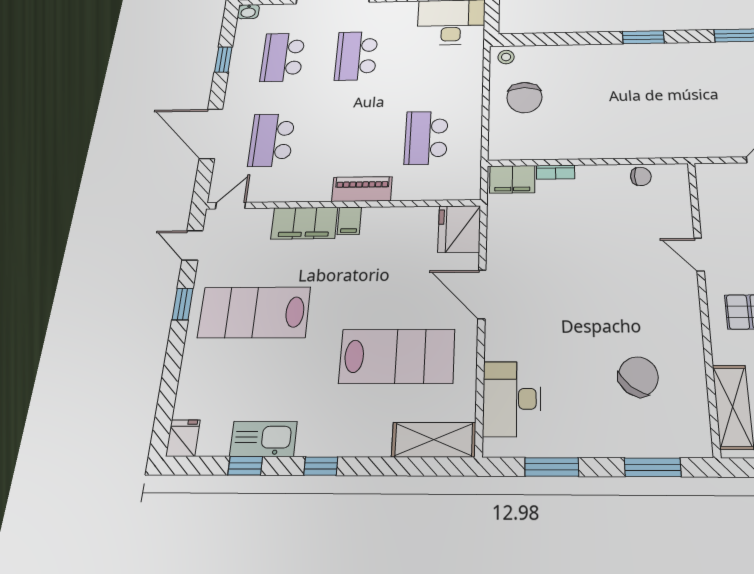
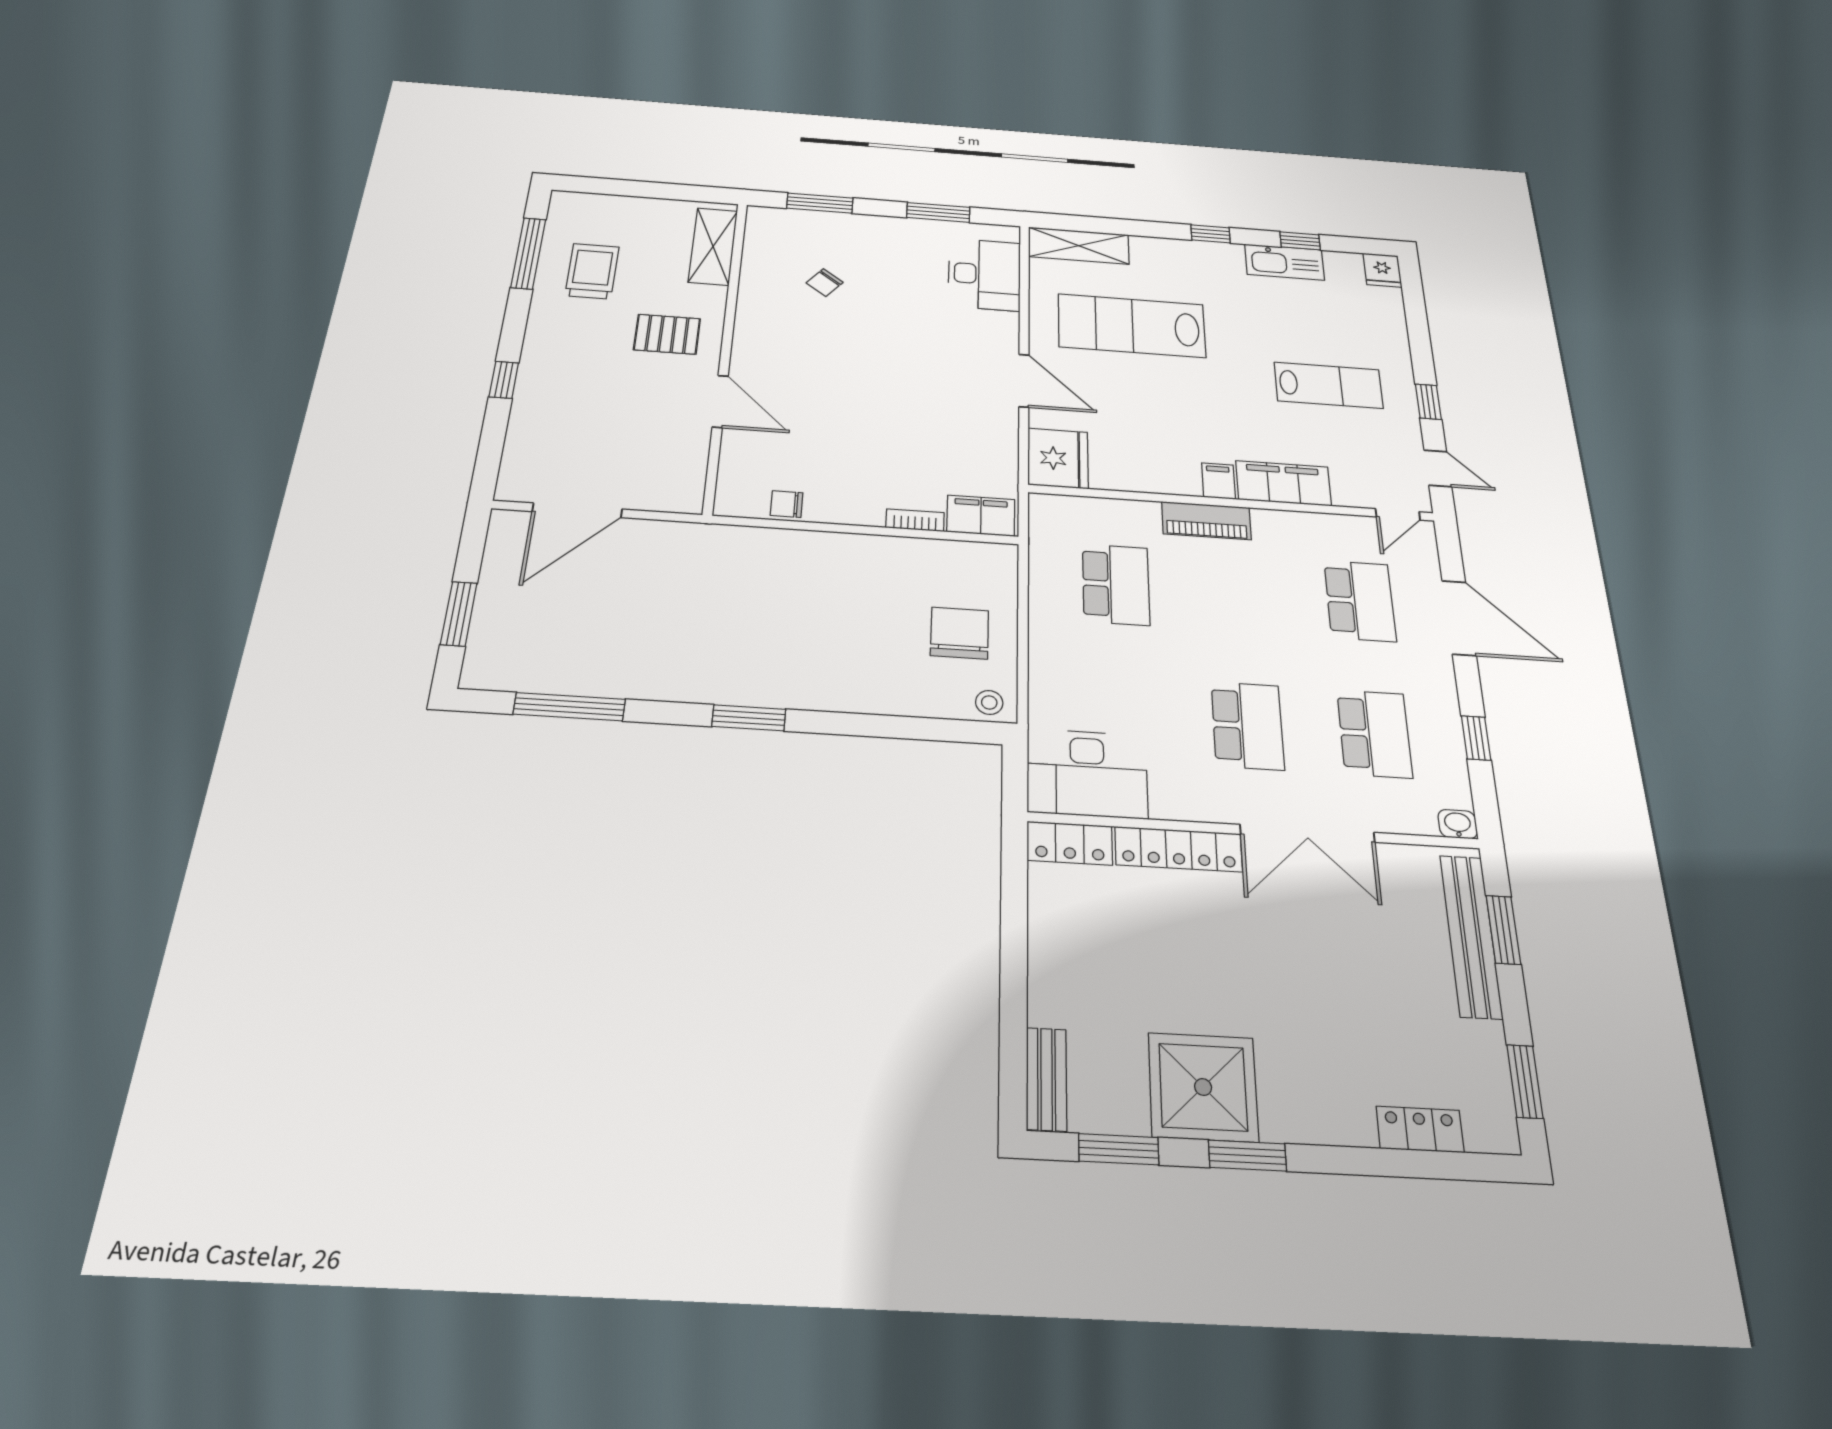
door: (699, 255) -> (720, 401), width x1.38
lab bench: (254, 312) -> (1329, 385), width x0.73, depth x0.72
chair: (638, 377) -> (825, 283), width x0.54, depth x0.54

